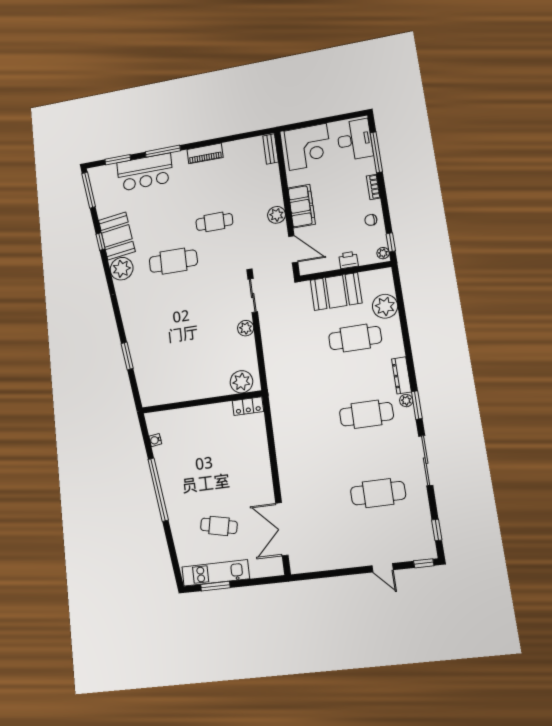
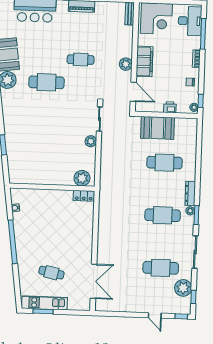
plant: (385, 306) -> (183, 288), moved
double door: (282, 529) -> (94, 281), swing flipped

